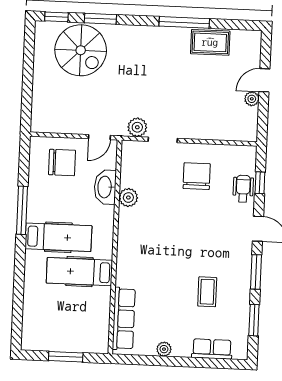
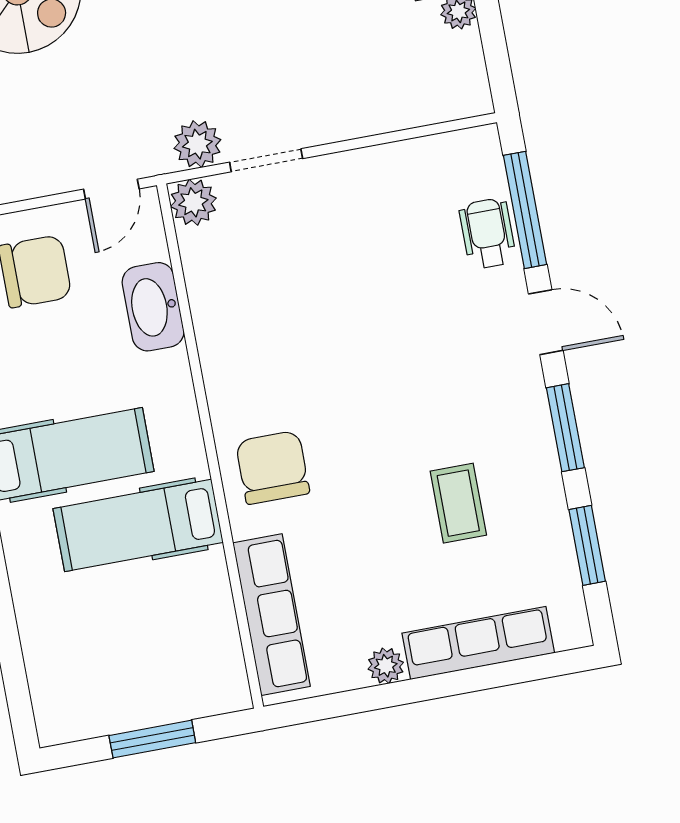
chair: (197, 176) -> (273, 467), moved
window: (260, 183) -> (525, 210), width x2.17
plant: (128, 198) -> (193, 202), moved
row of seats: (212, 349) -> (478, 643), width x1.48

